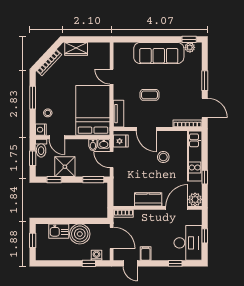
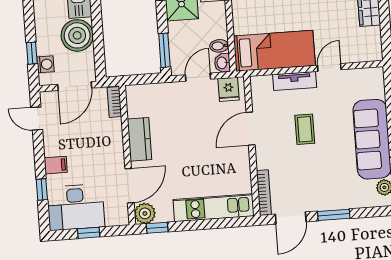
bed: (93, 110) -> (274, 51), width x0.67
tv unit: (119, 114) -> (295, 81), moved
stool: (163, 157) -> (208, 158), removed
window: (205, 177) -> (157, 228), moved
door: (177, 208) -> (129, 186), hinge flipped
filing cabinet: (146, 253) -> (56, 165), moved
door: (130, 263) -> (37, 119), hinge flipped

